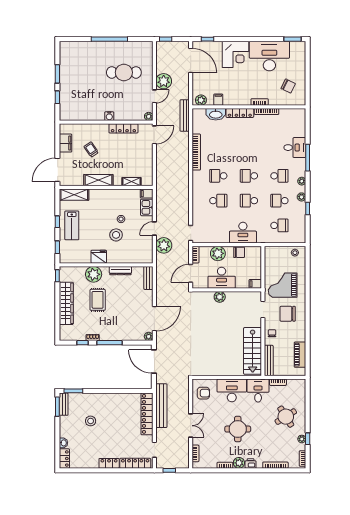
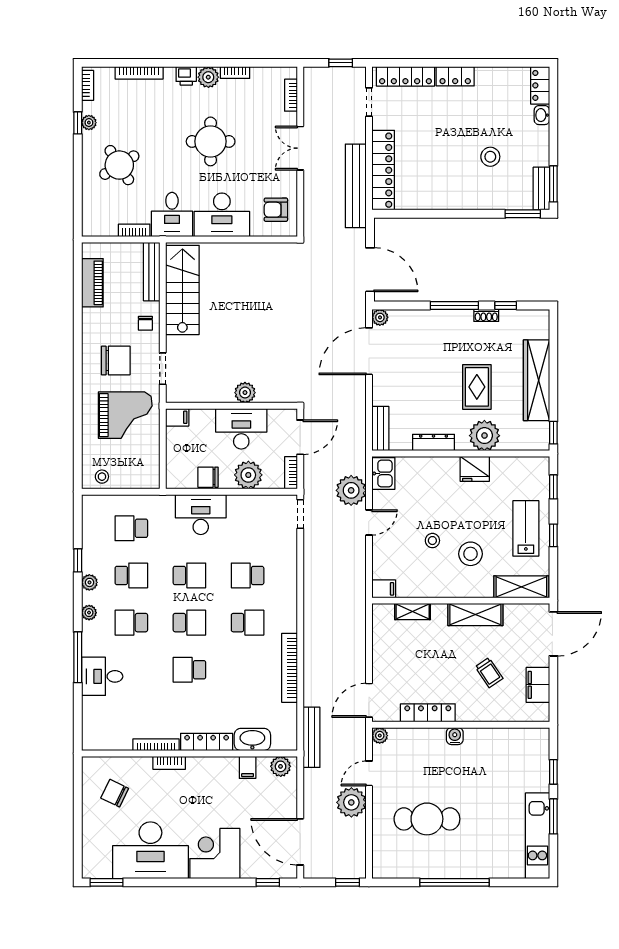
kitchen unit: (66, 64) -> (537, 836), added
school desk: (249, 151) -> (189, 670), added
kitchen sink: (147, 207) -> (383, 473), moved
stool: (116, 235) -> (470, 554), moved

